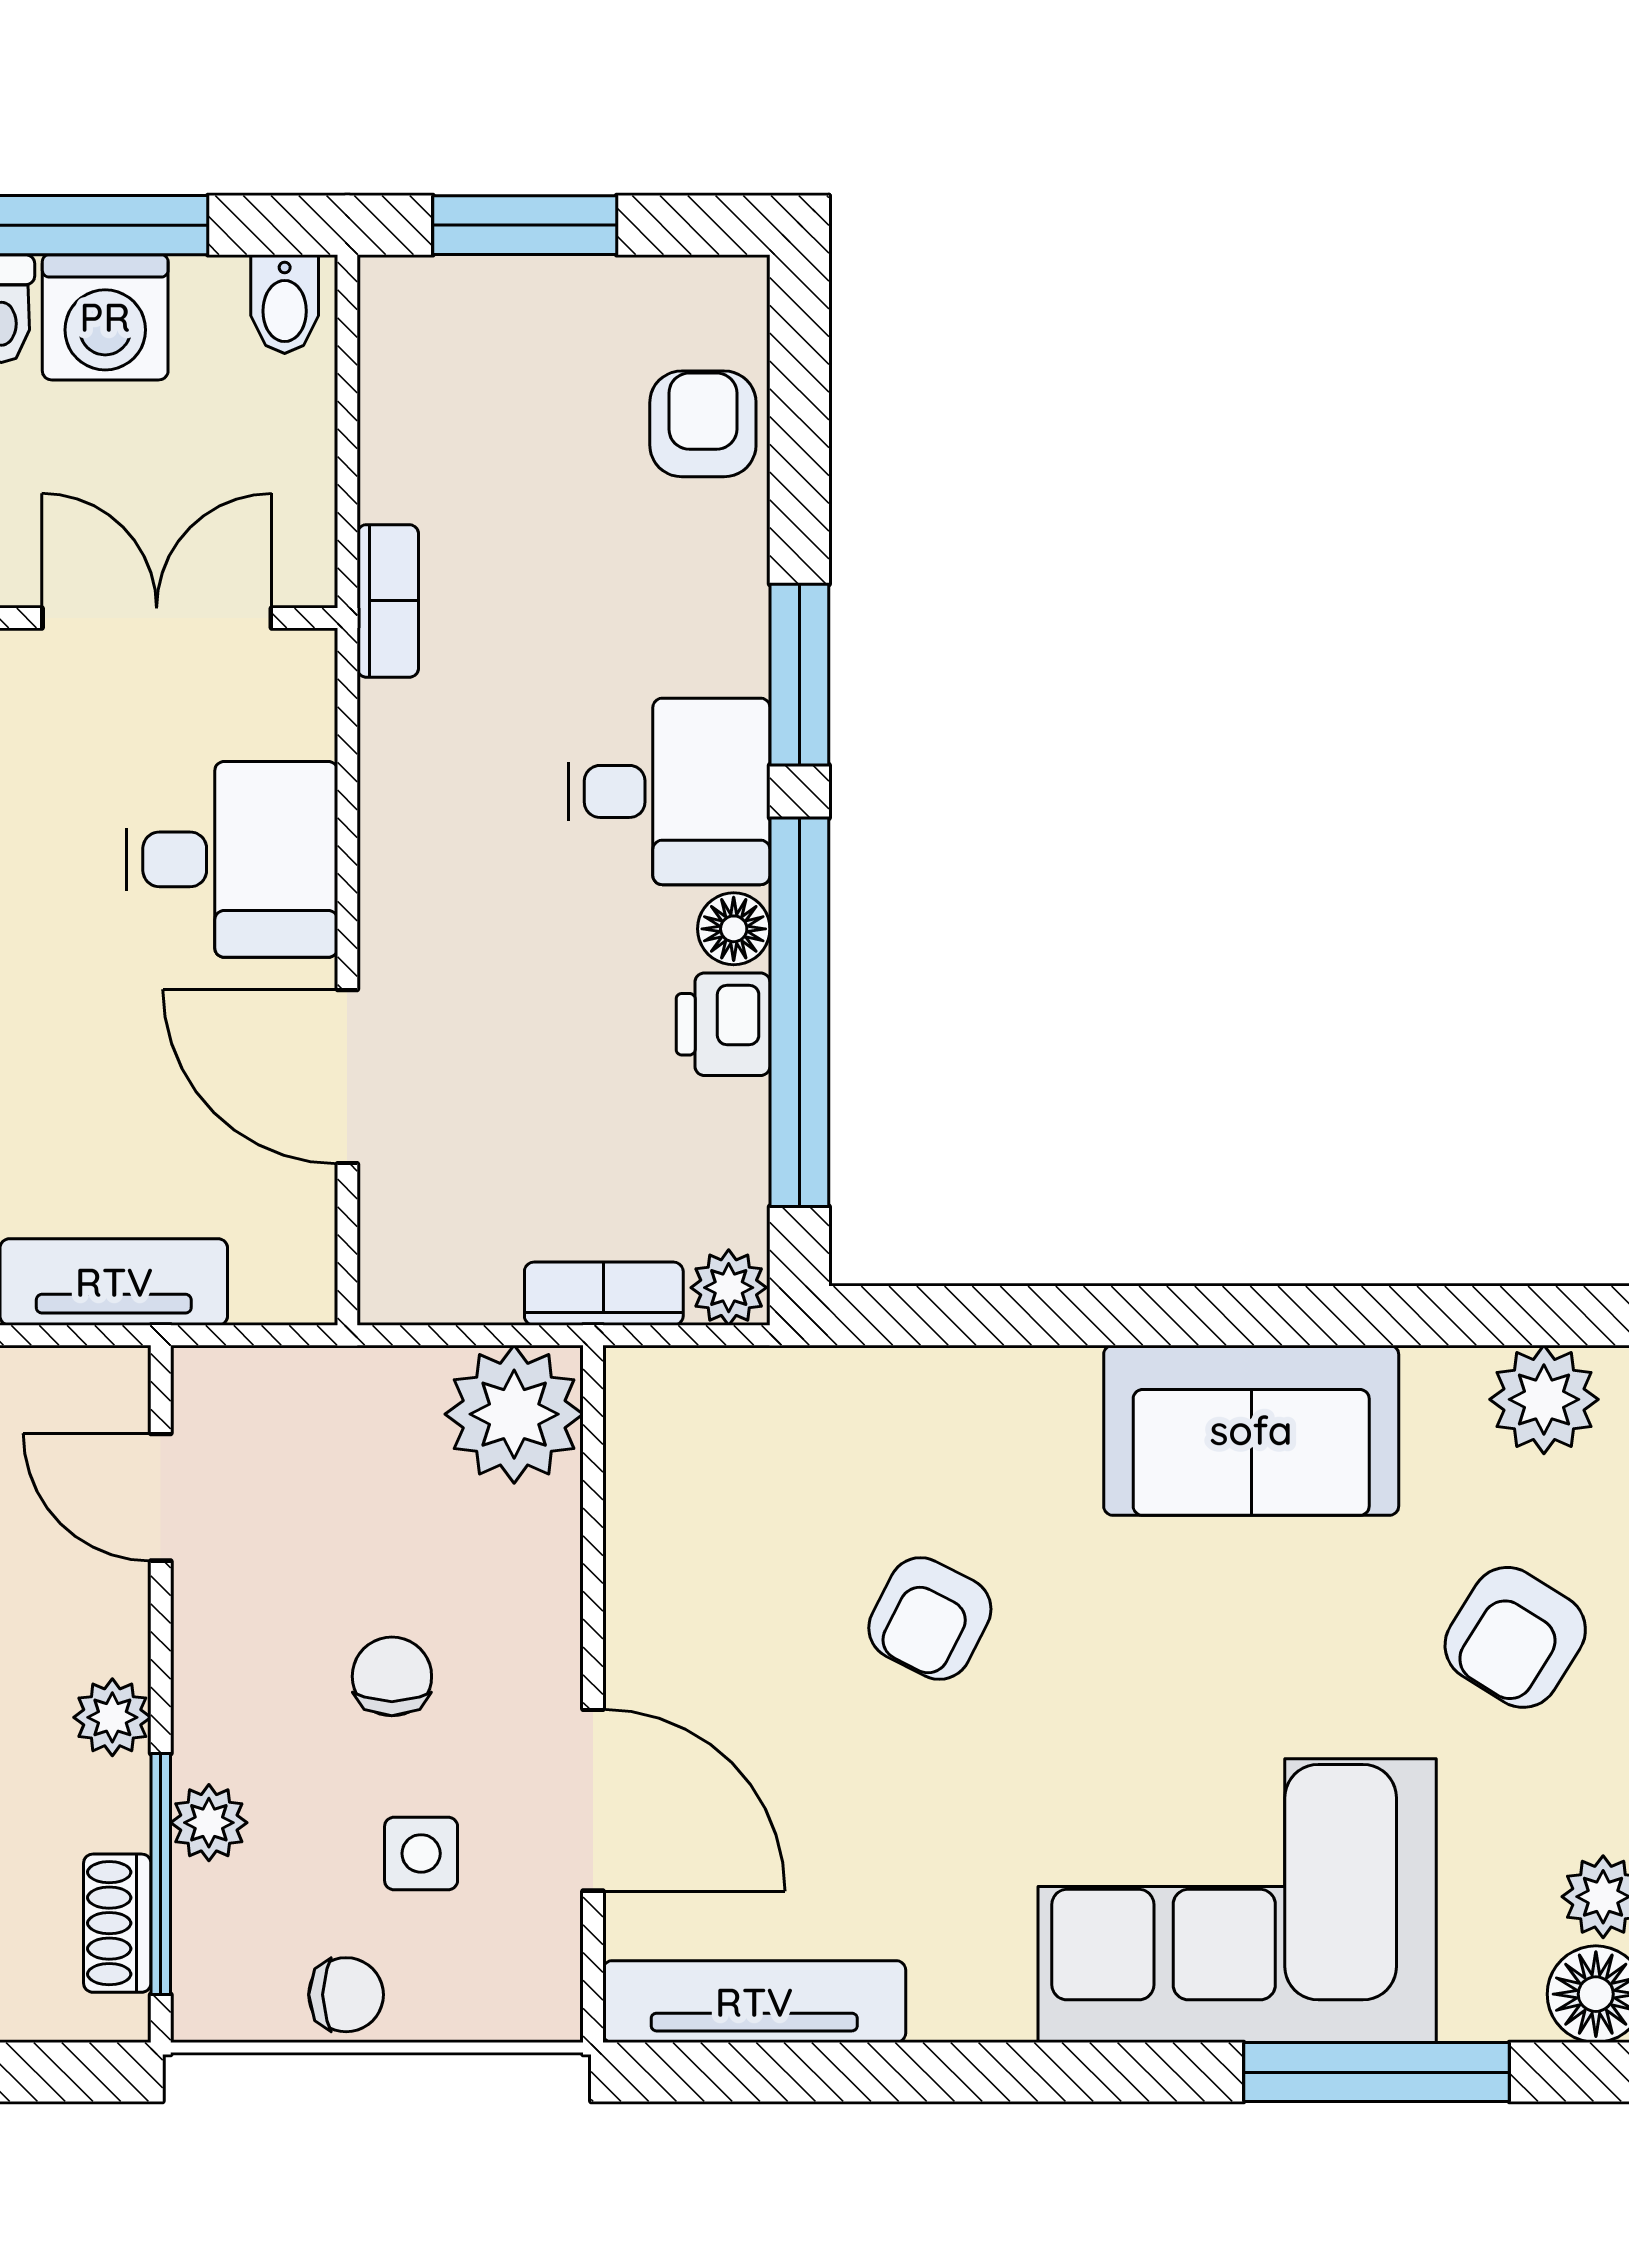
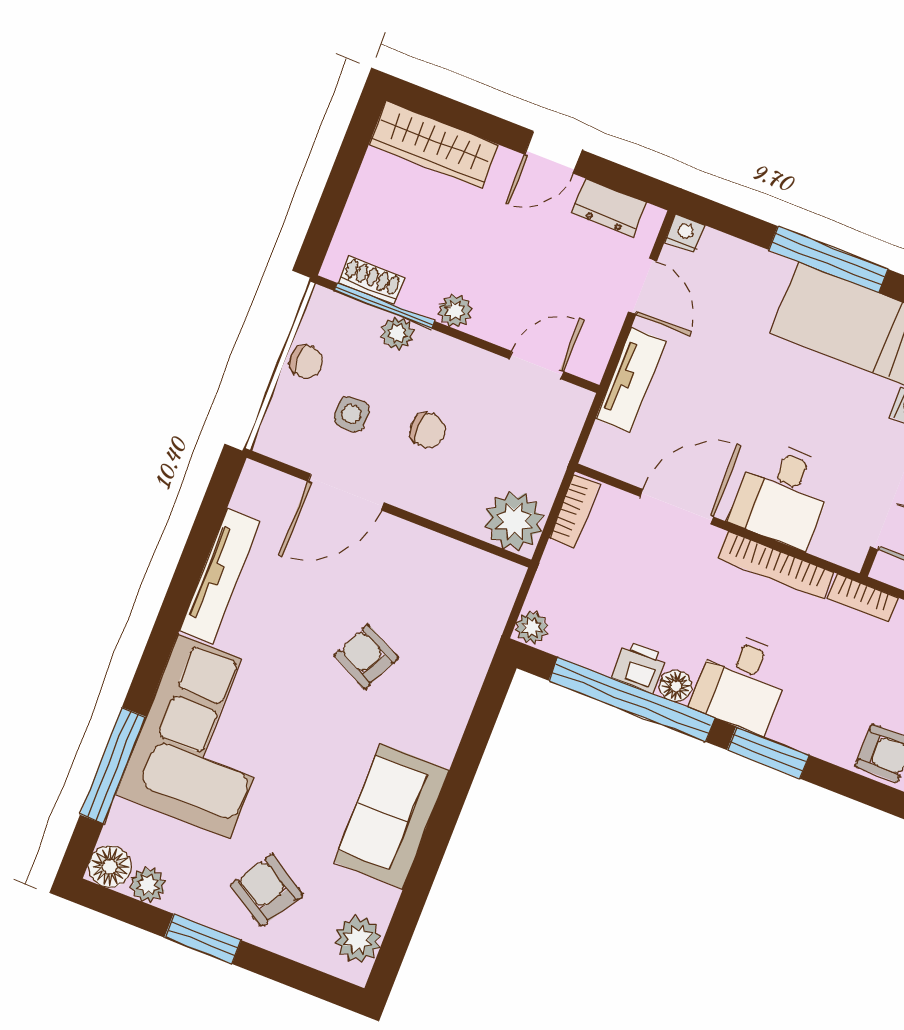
bookcase: (391, 816) -> (775, 565), added
bookcase: (604, 1294) -> (574, 511), moved
chair: (346, 1995) -> (306, 362), turned -90
tv unit: (754, 2002) -> (220, 576), moved

